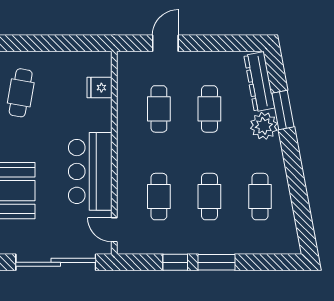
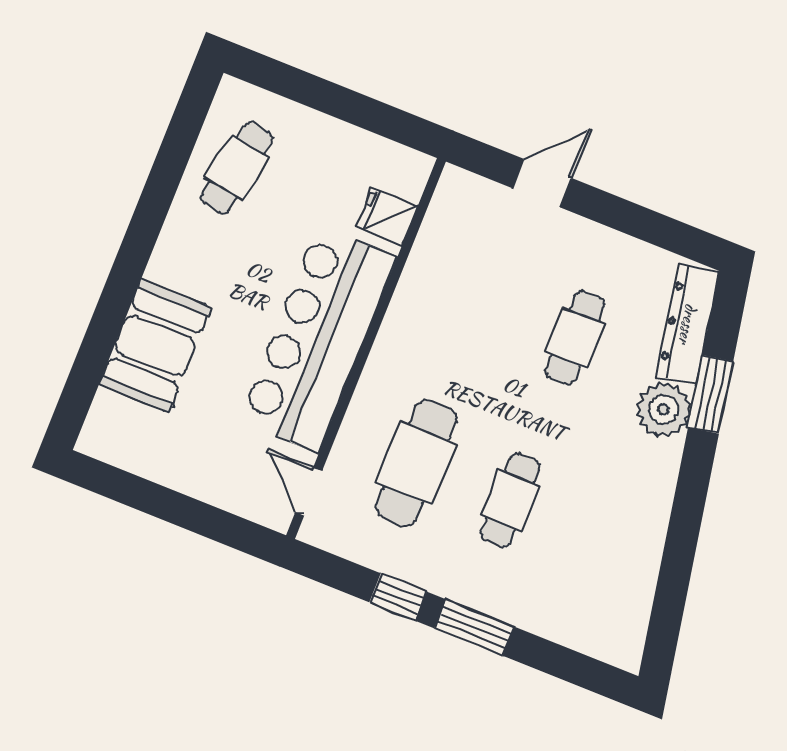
cafe table: (159, 109) -> (481, 300), removed
bar counter: (90, 171) -> (318, 339), width x1.36
cafe table: (159, 197) -> (416, 463), width x1.37, depth x1.35
cafe table: (260, 197) -> (604, 538), removed
sliding door: (56, 262) -> (176, 508), removed

